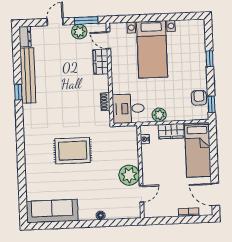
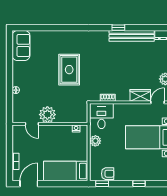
wardrobe: (171, 131) -> (82, 150), removed
sofa: (52, 211) -> (21, 45), width x0.73

